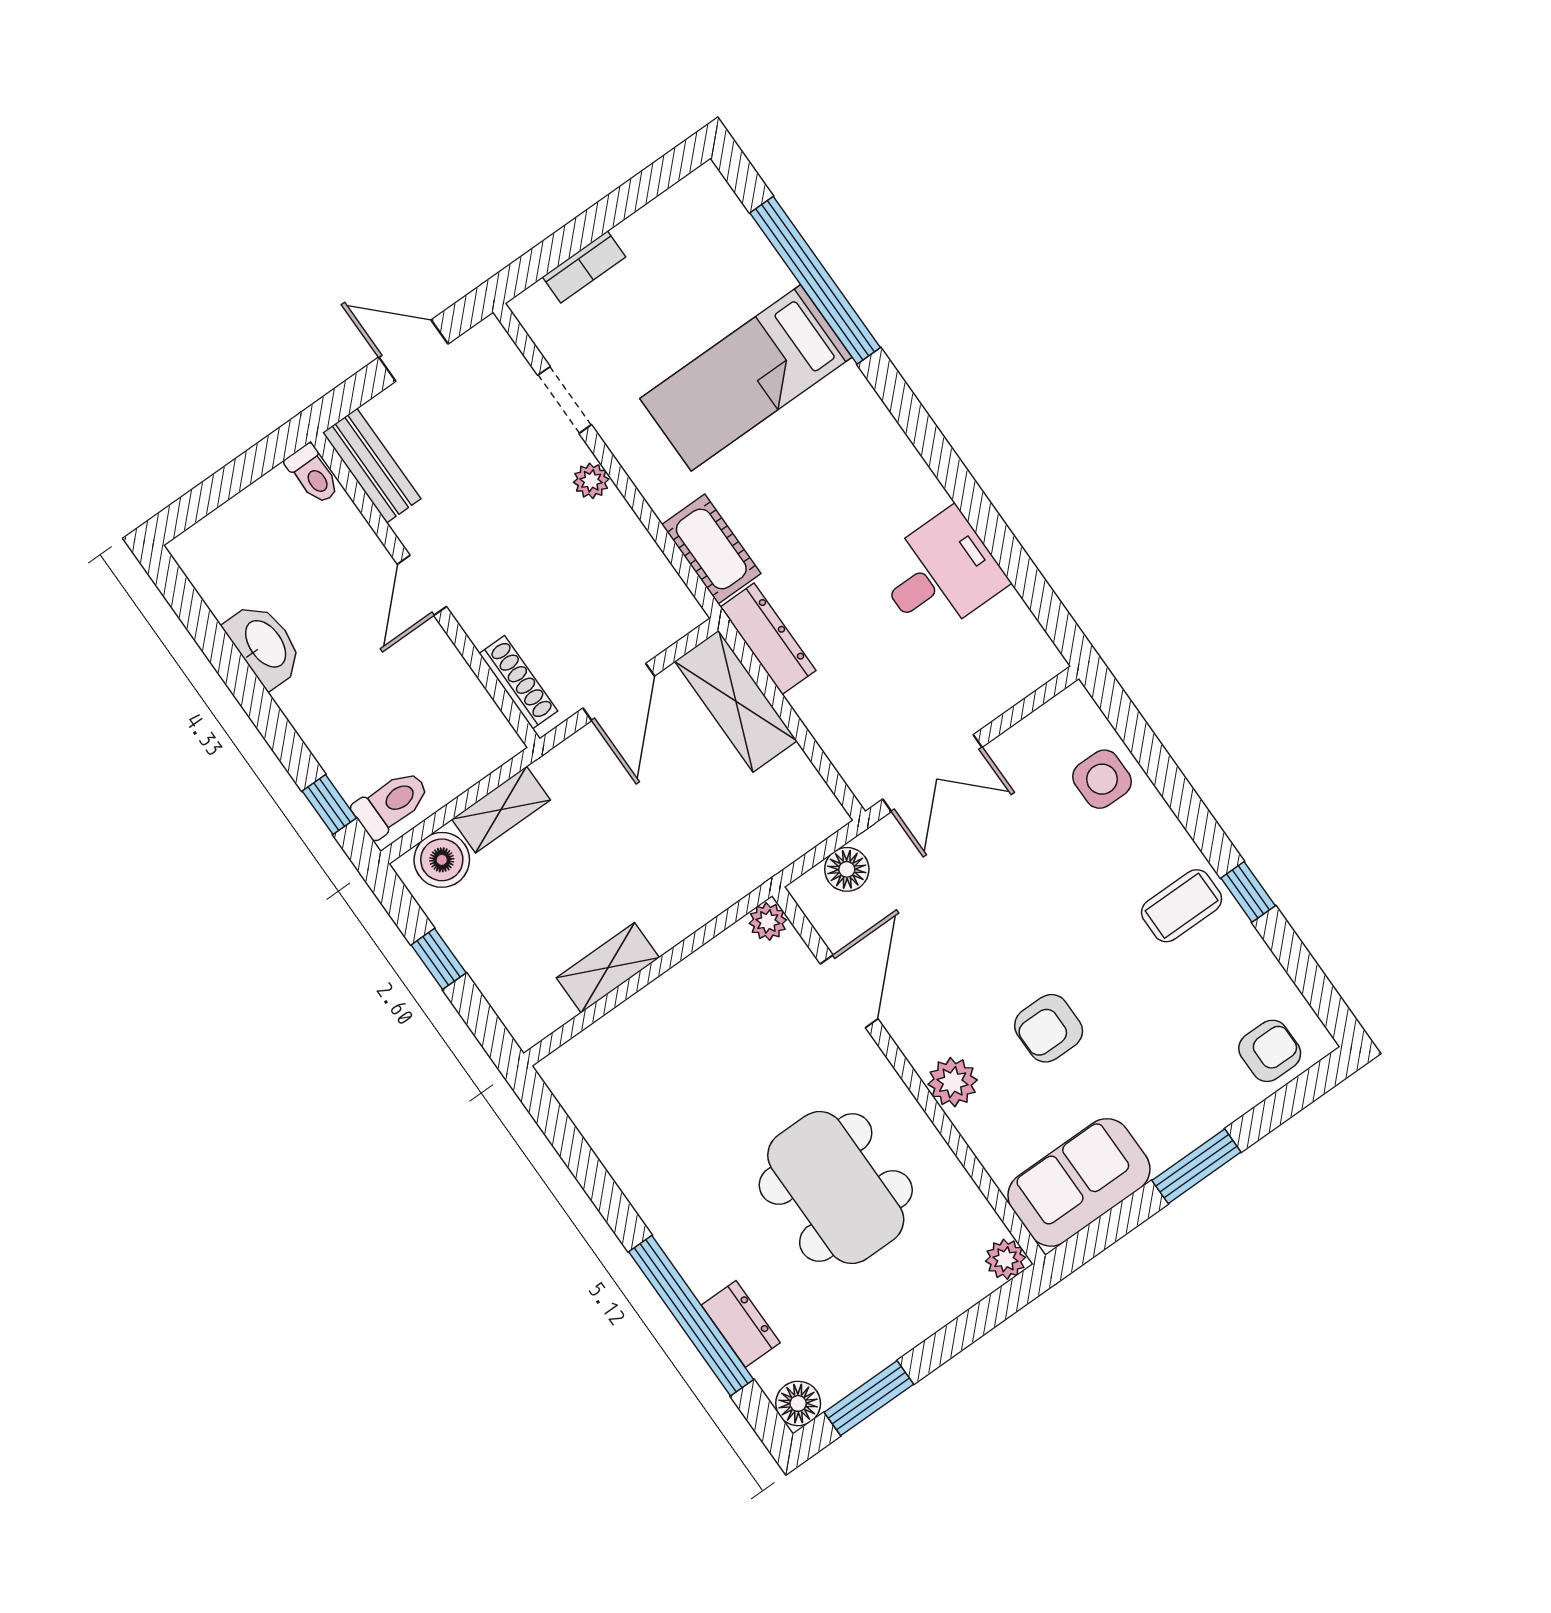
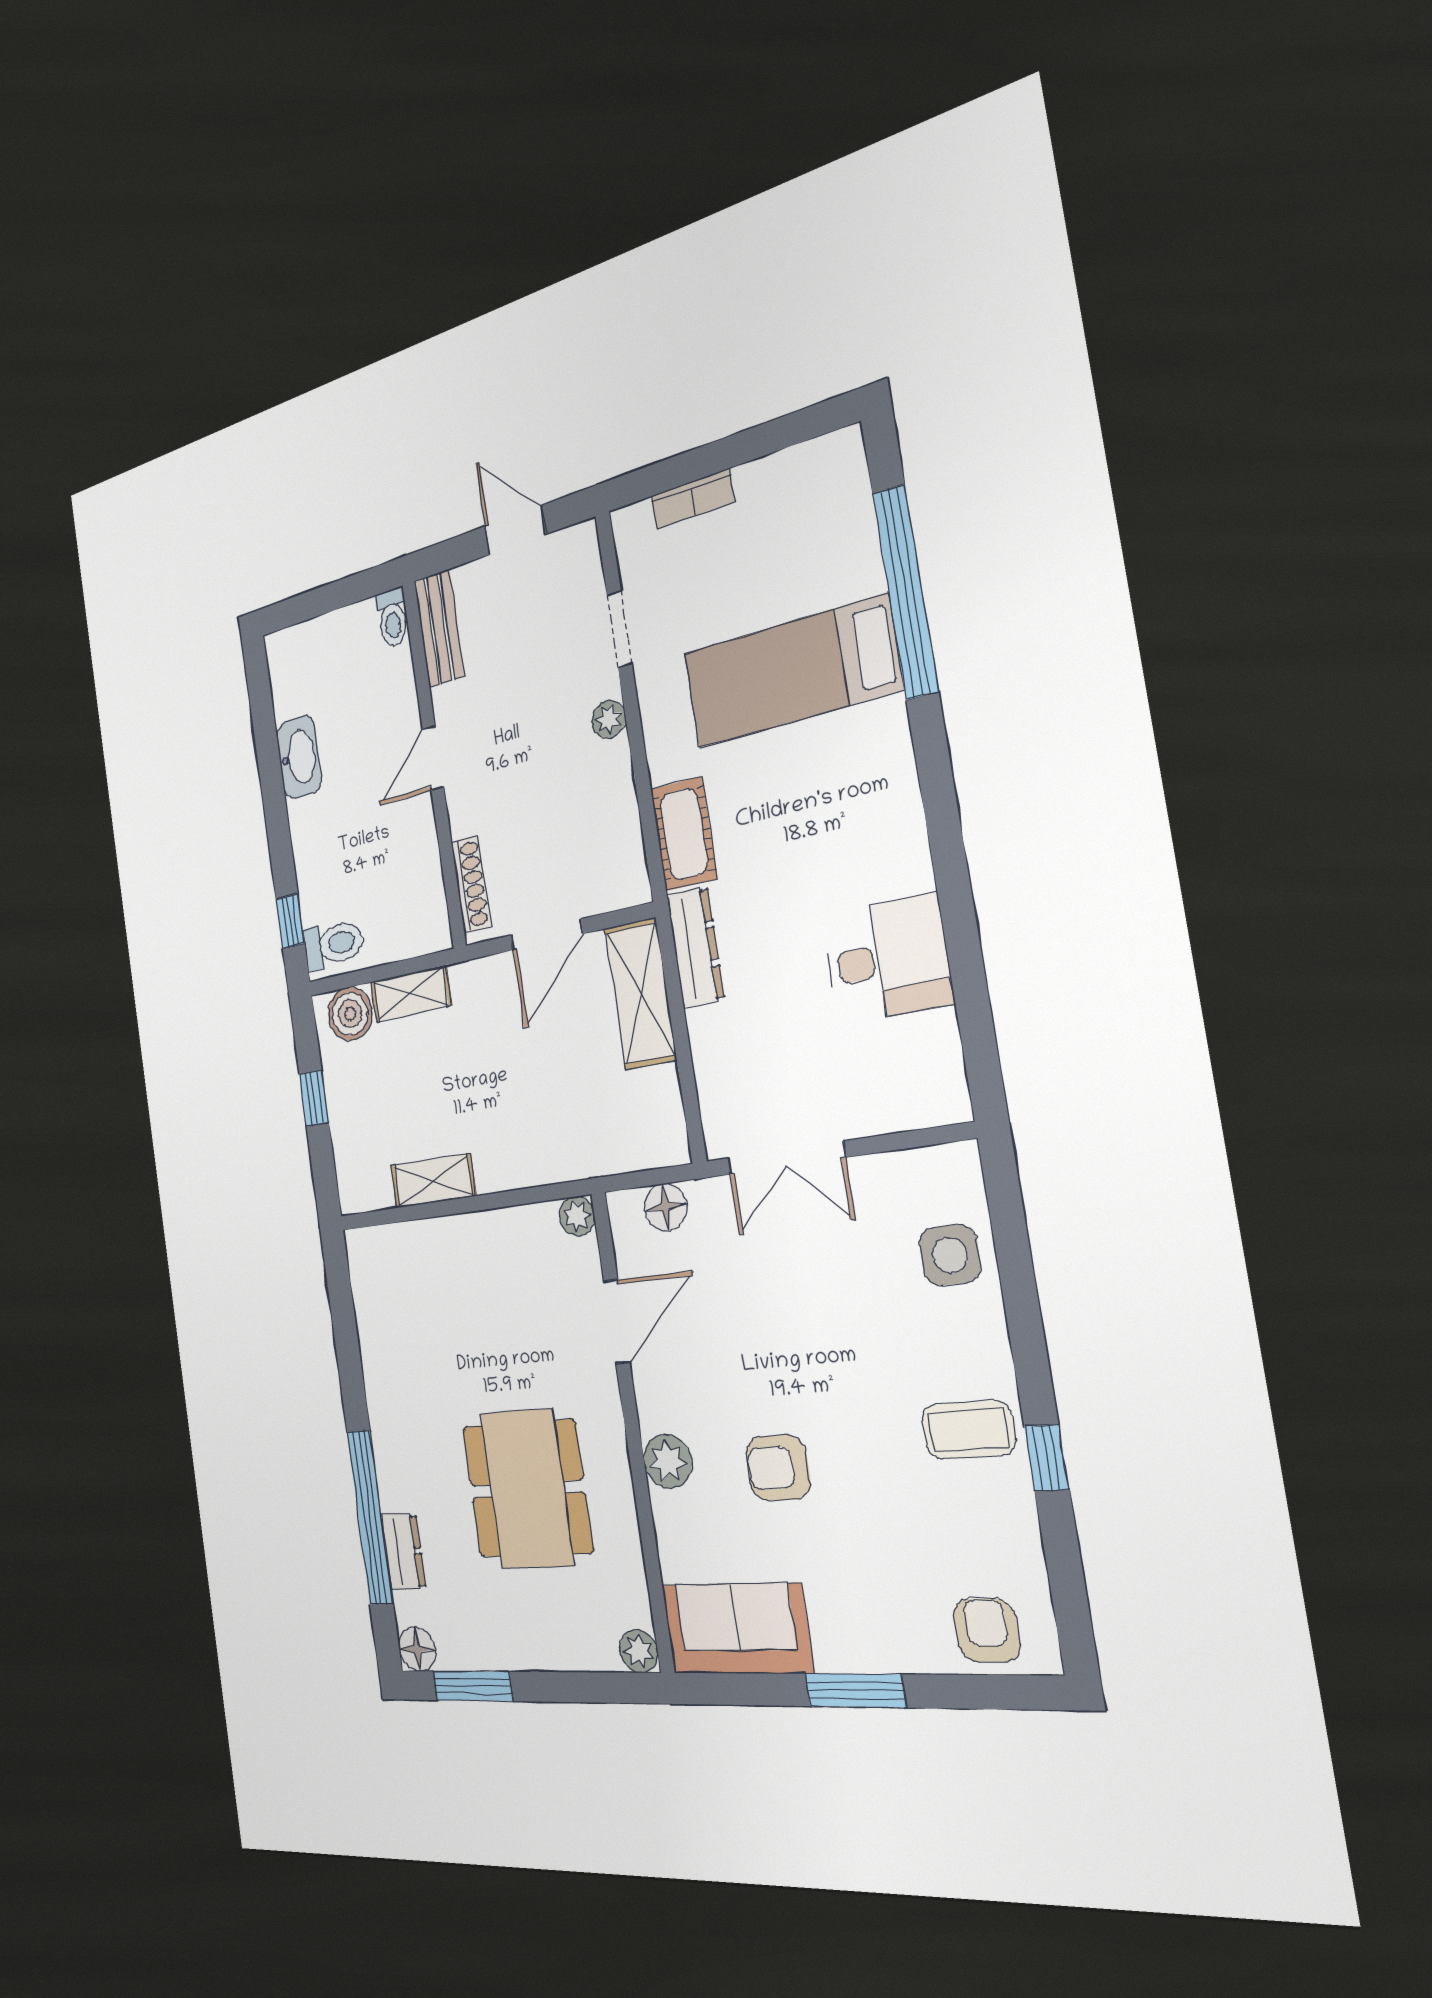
armchair: (1270, 1051) -> (987, 1630), turned -90

